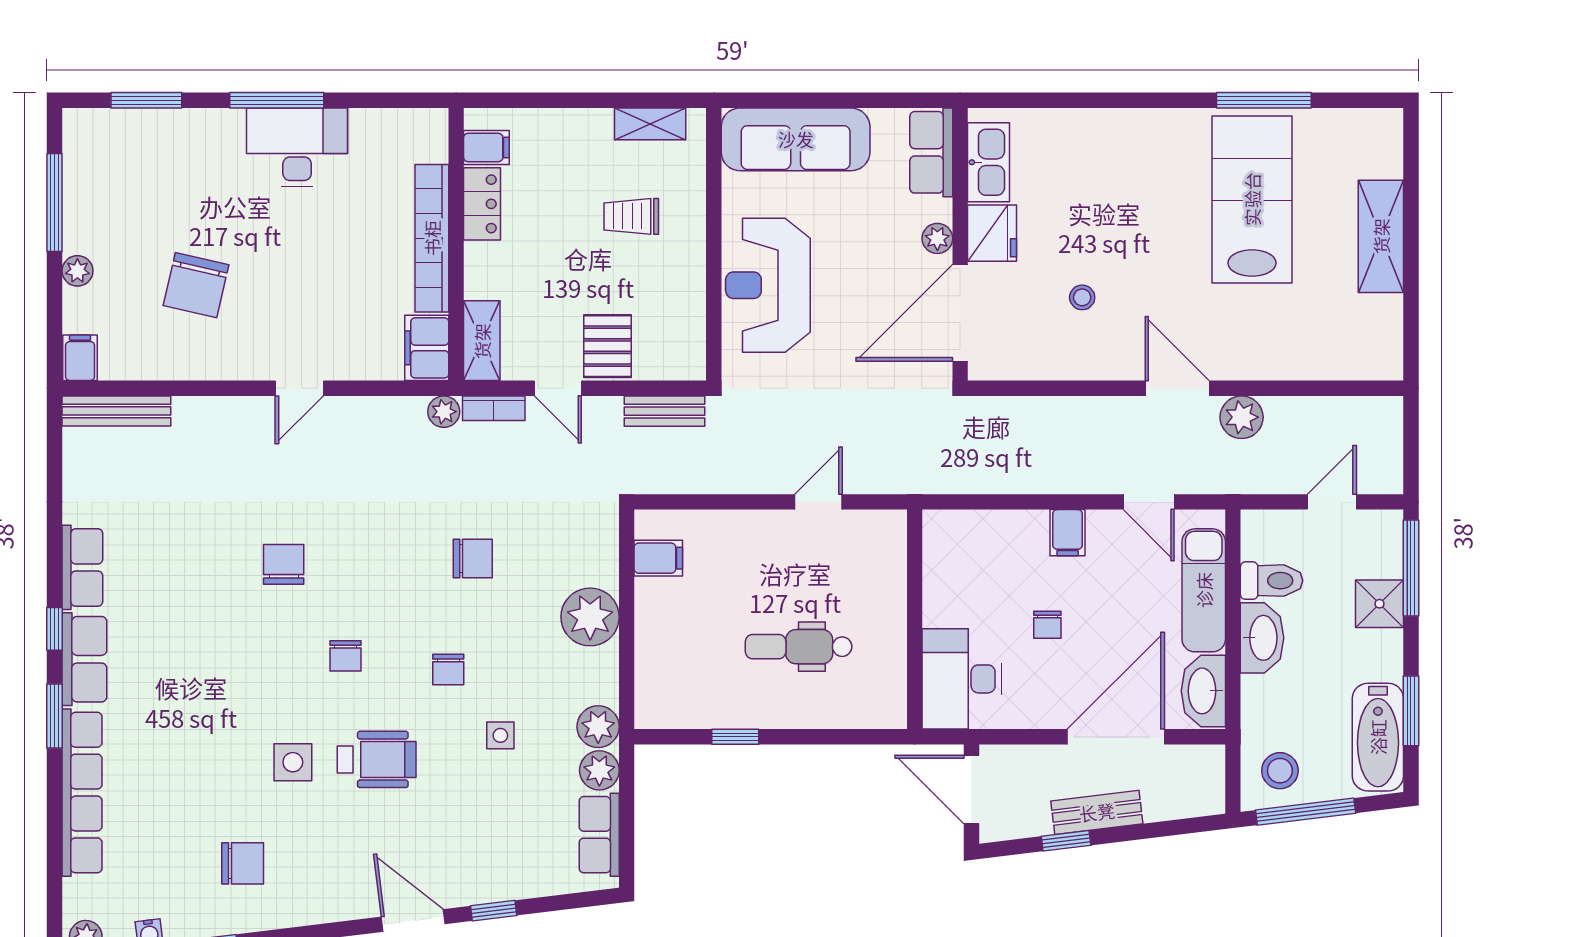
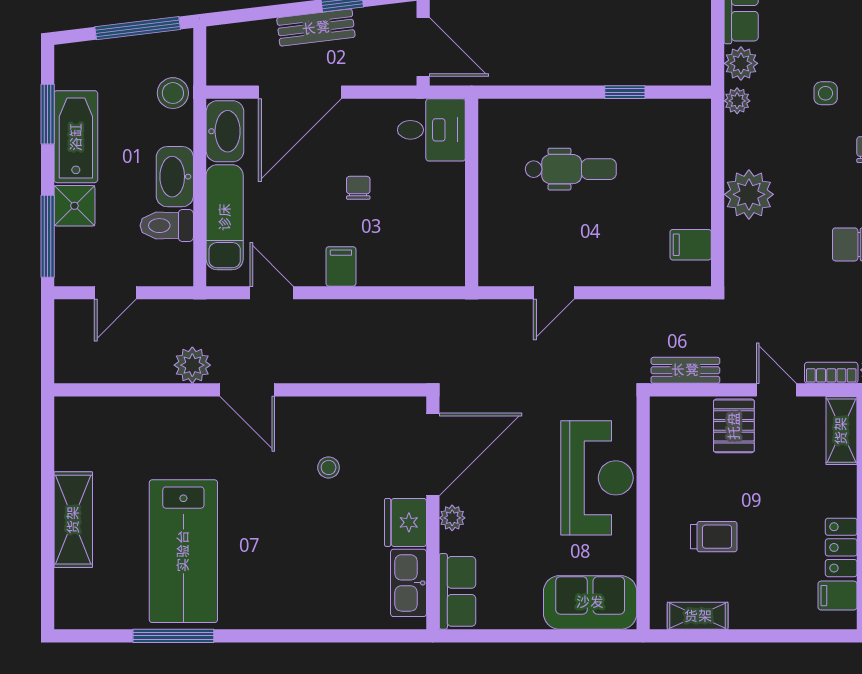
sofa: (796, 139) -> (590, 602), width x0.73
desk: (962, 679) -> (431, 130), width x0.73
plant: (598, 727) -> (737, 101), width x0.73, depth x0.73
bathtub: (1378, 737) -> (76, 137), moved
stool: (1280, 771) -> (173, 93), moved

